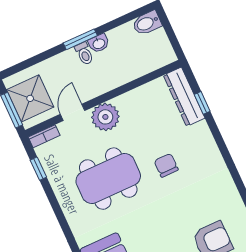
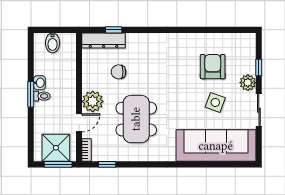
bidet: (147, 23) -> (53, 43), moved
door: (73, 112) -> (79, 123), swing flipped
chair: (166, 165) -> (119, 72), moved

